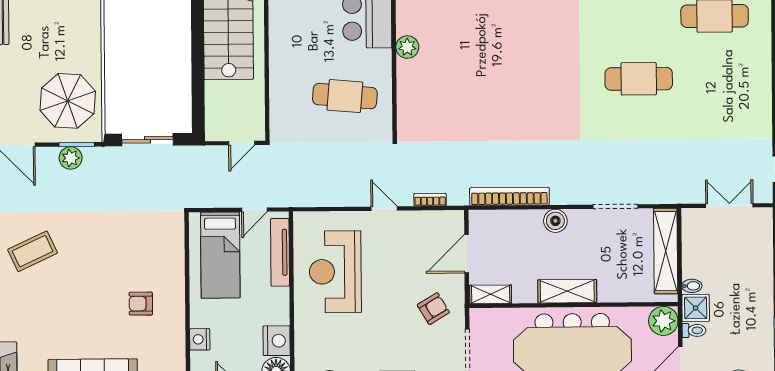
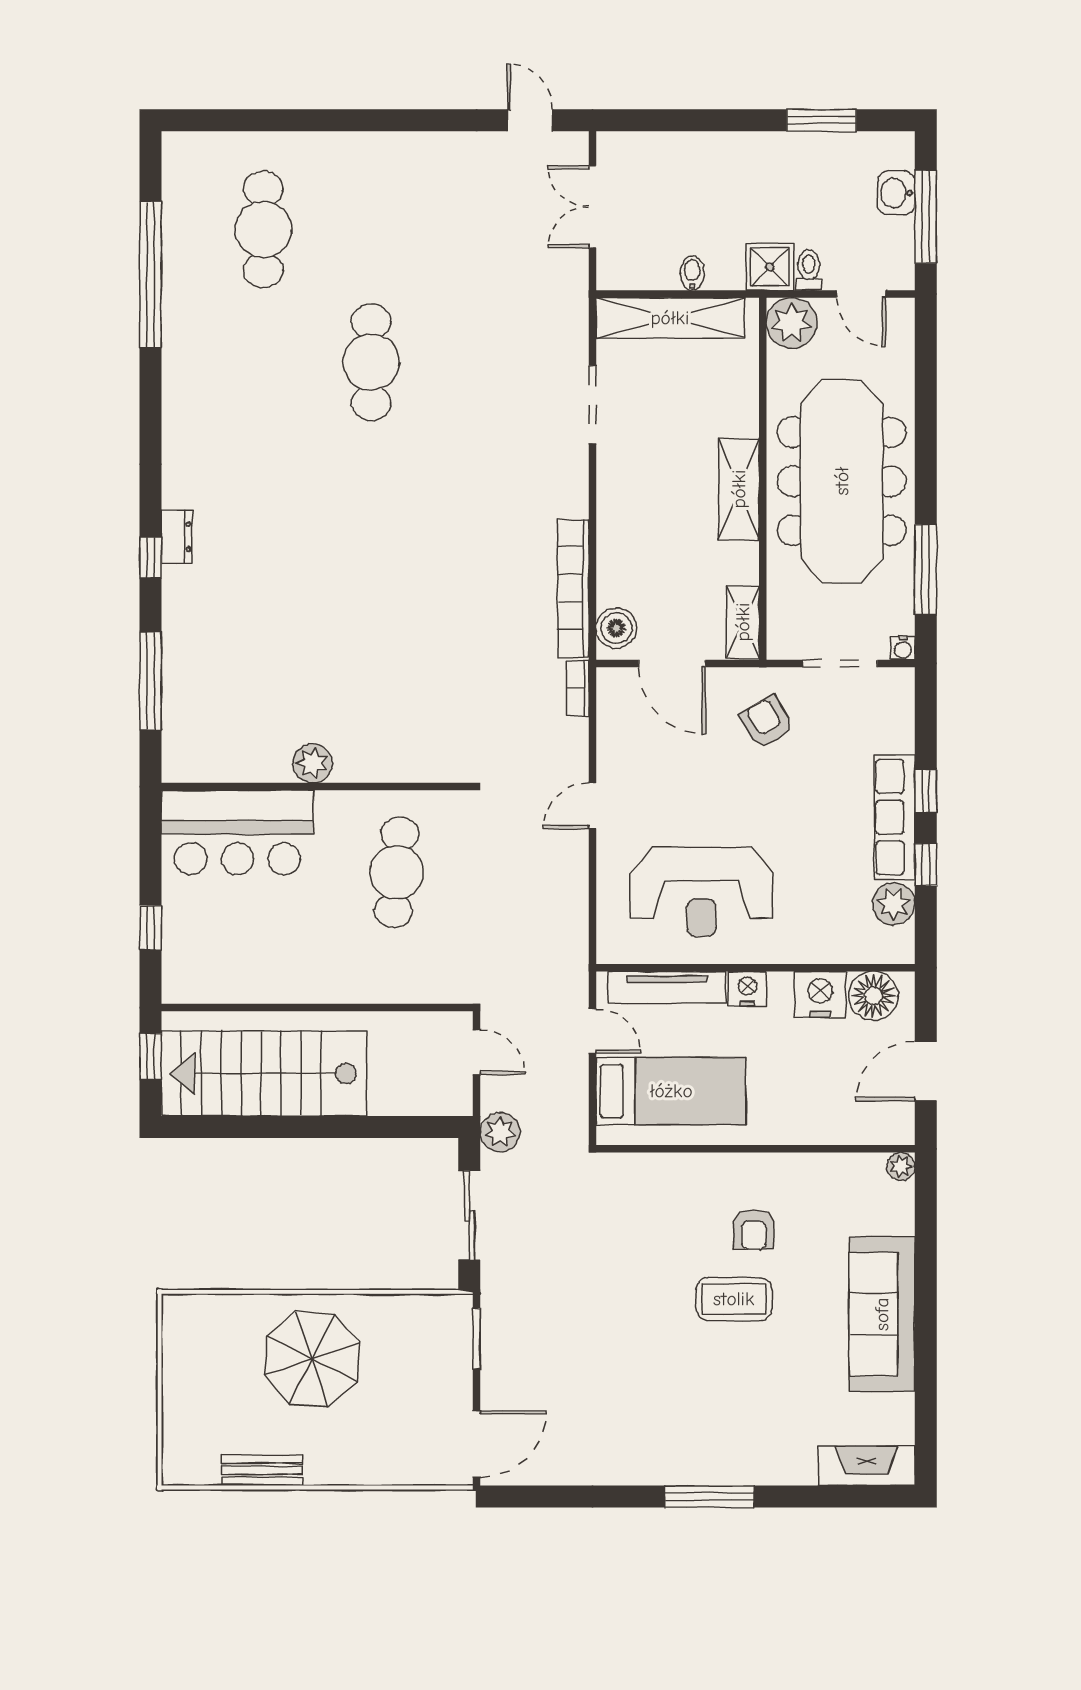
parasol: (68, 101) -> (312, 1359), moved
plant: (71, 158) -> (500, 1132), moved
bookcase: (430, 200) -> (578, 688), moved
boiler: (555, 221) -> (616, 628), moved
coffee table: (33, 251) -> (734, 1299), moved, turned -65
bidet: (692, 286) -> (692, 273), moved
nightstand: (200, 339) -> (747, 989), moved, turned 180

